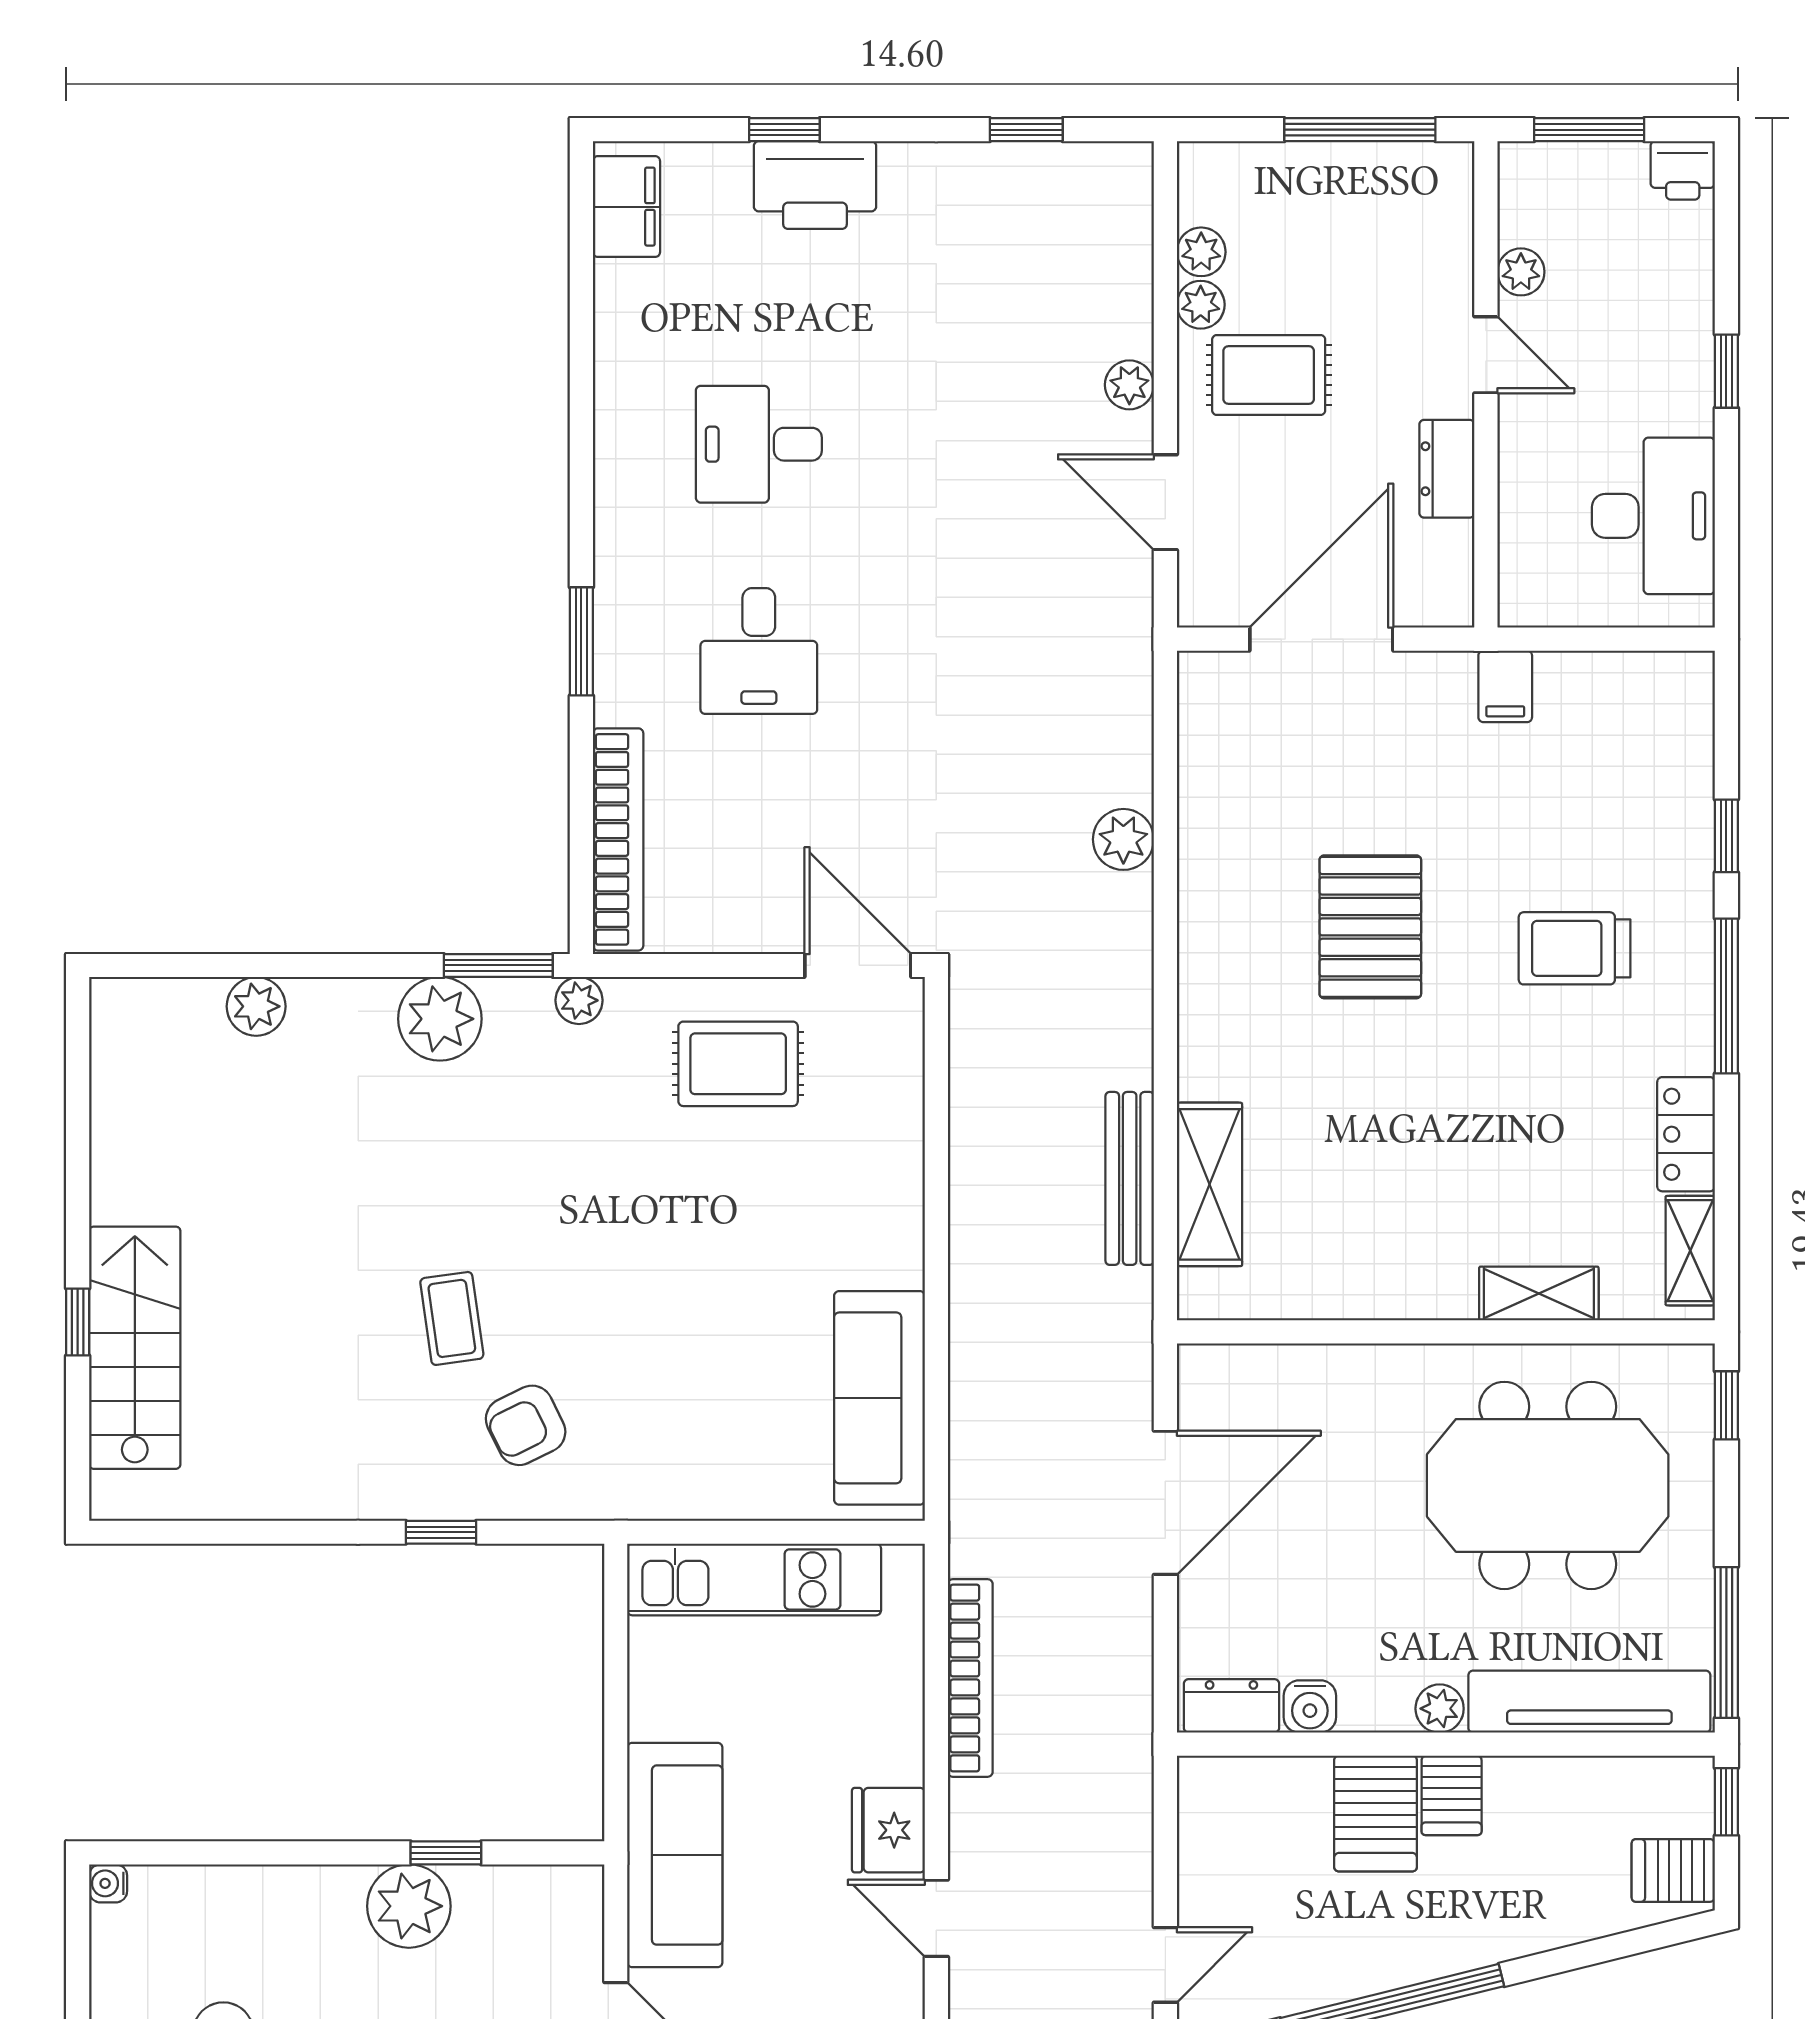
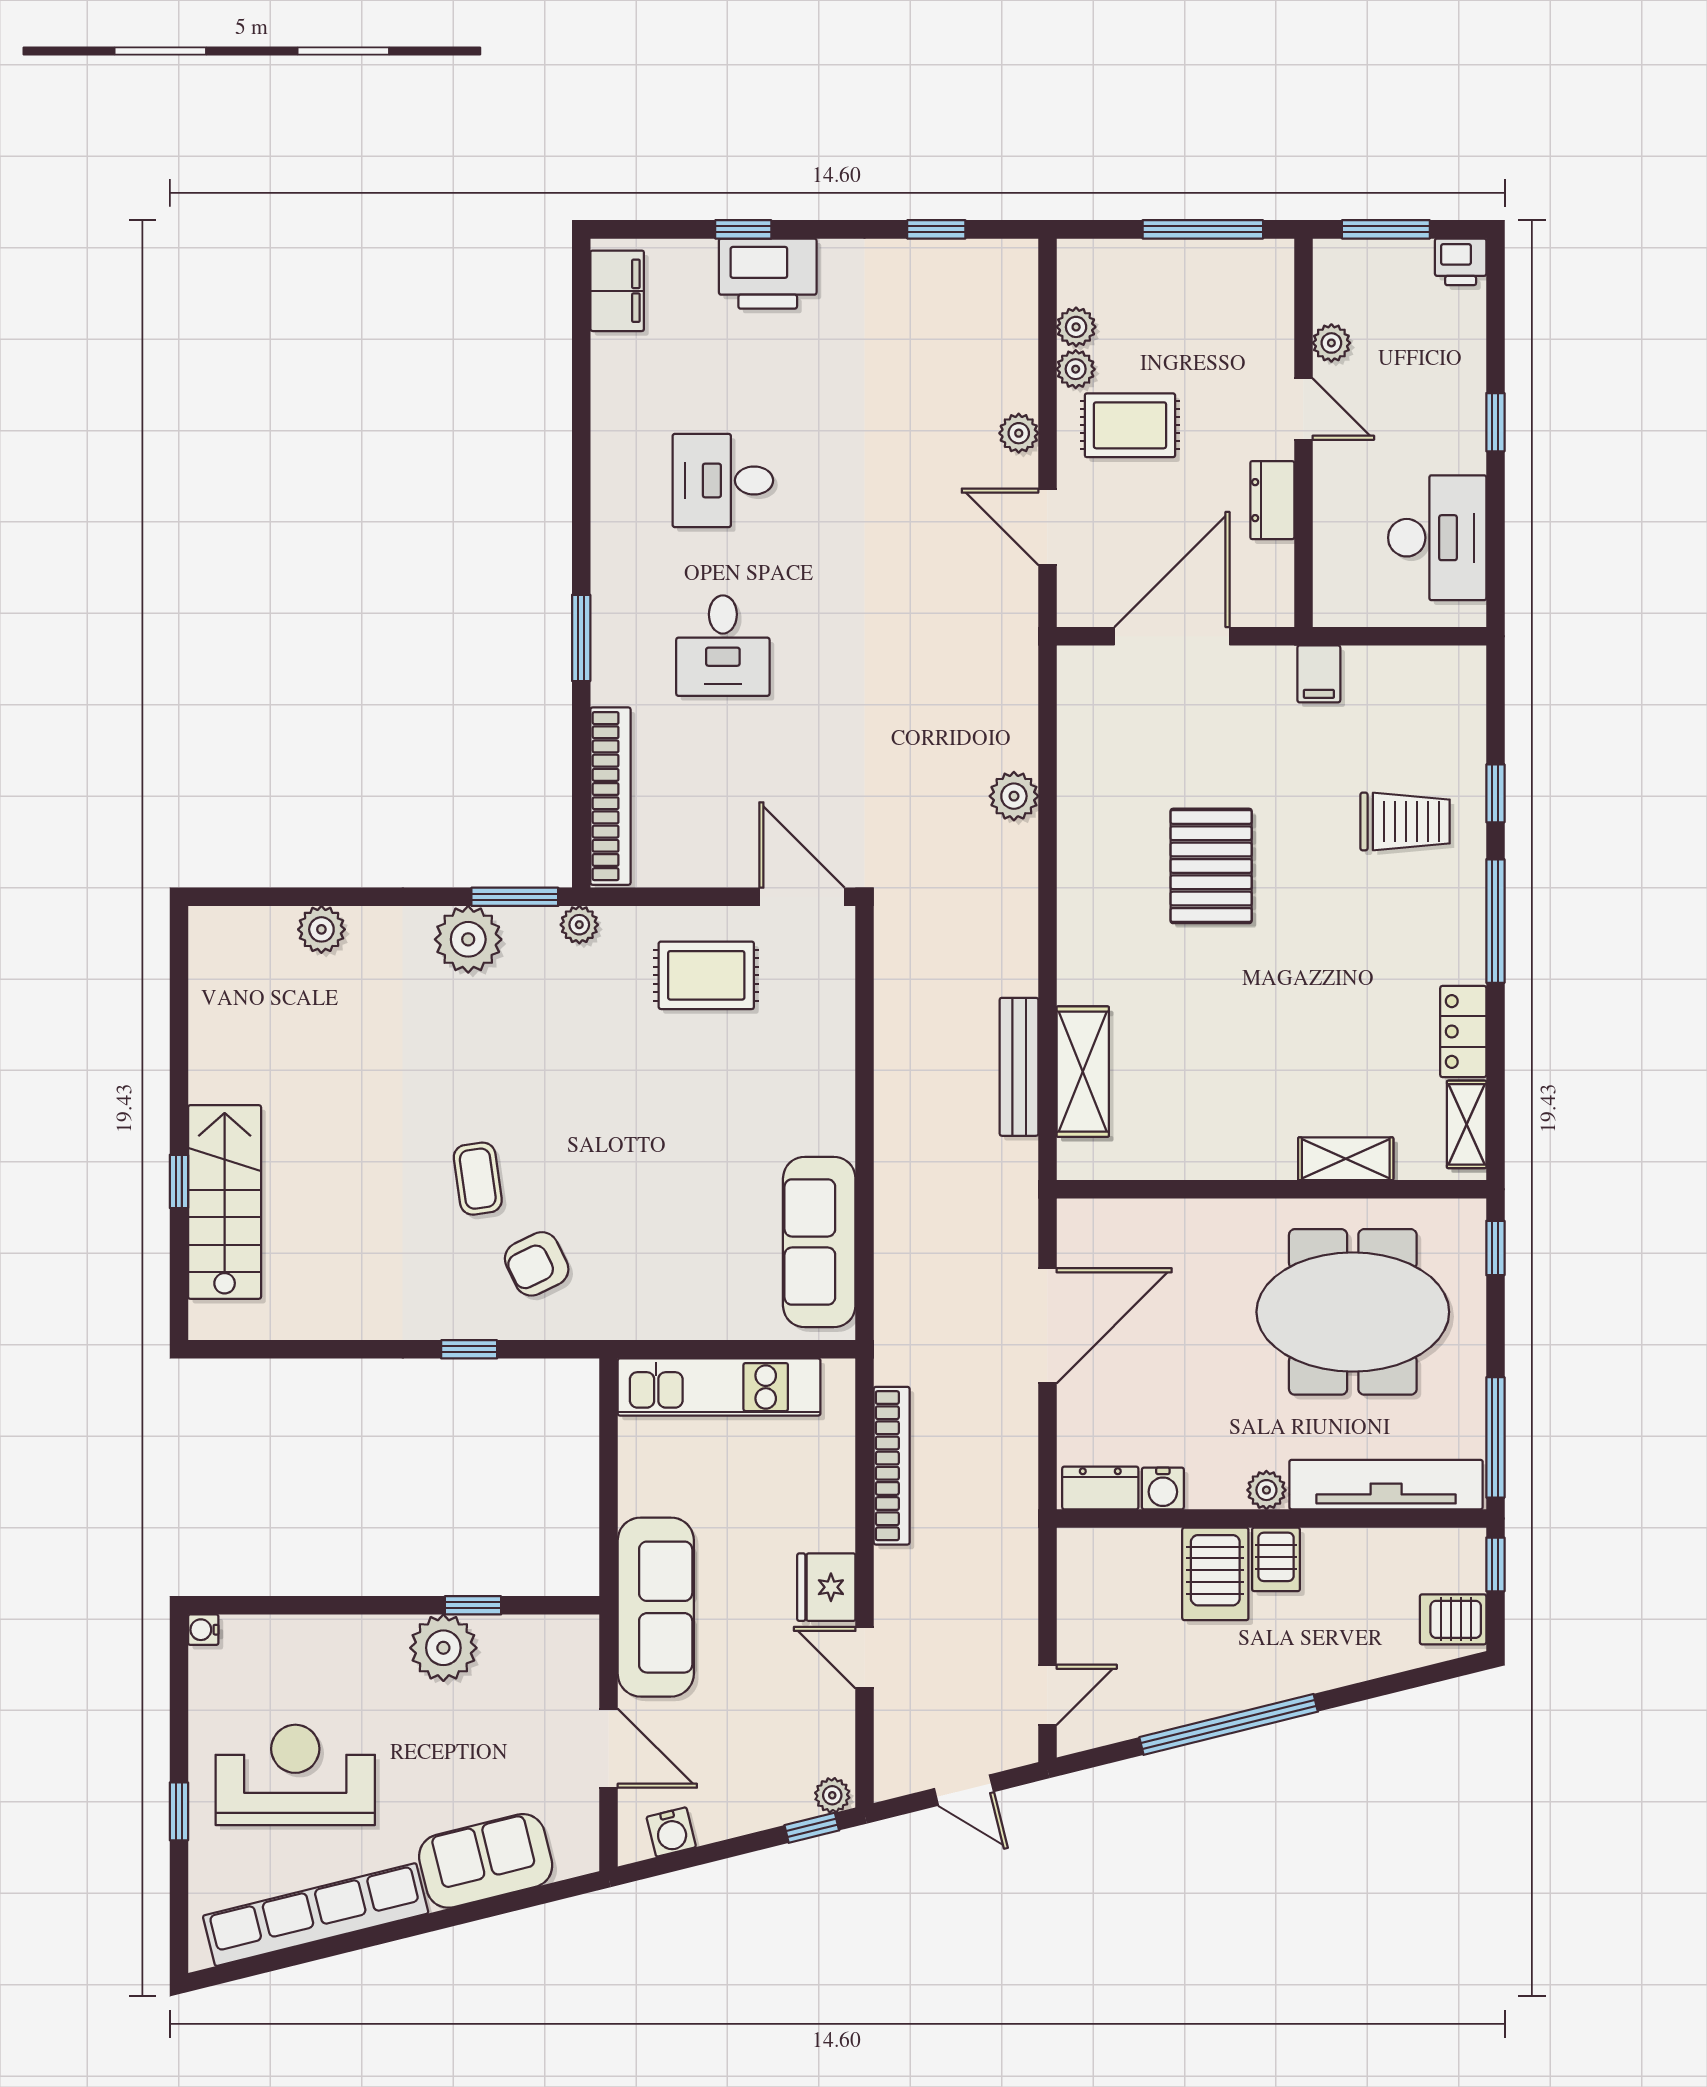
trolley: (1575, 948) -> (1405, 821), moved, turned 180

